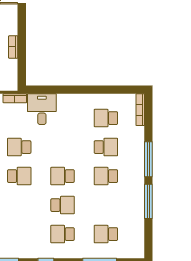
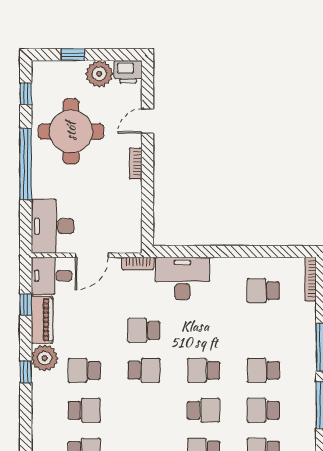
bookcase: (13, 47) -> (136, 163), moved
desk: (42, 109) -> (182, 278), width x1.37
school desk: (106, 147) -> (263, 410), moved, turned 180

